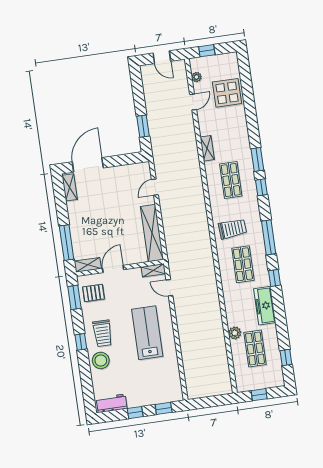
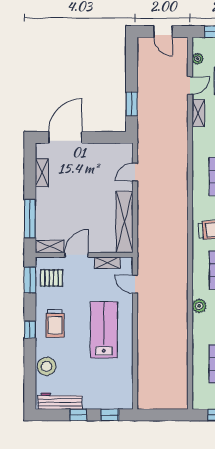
shelving: (207, 148) -> (198, 113), moved
shelving: (70, 187) -> (42, 173), moved
shelving: (153, 270) -> (107, 263), moved
plant: (235, 333) -> (199, 306), moved
stool: (101, 360) -> (47, 366), moved
workbench: (112, 403) -> (60, 401), width x1.38

